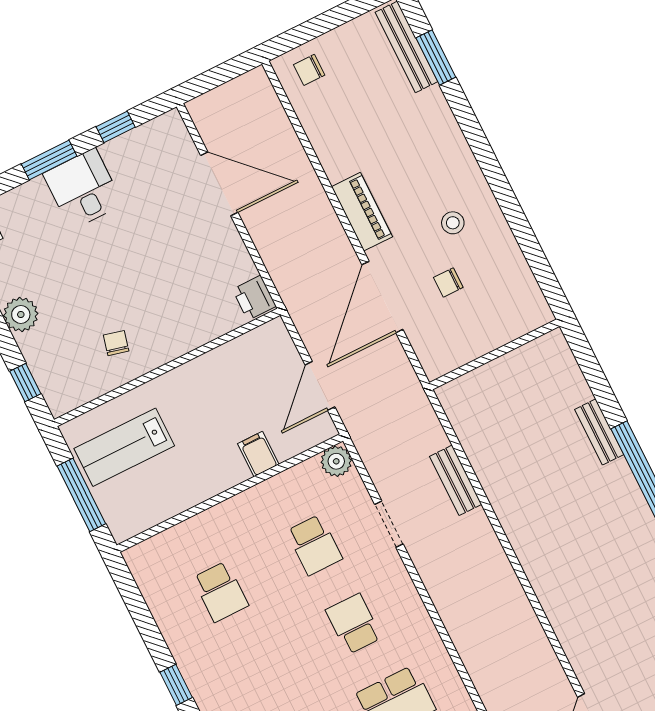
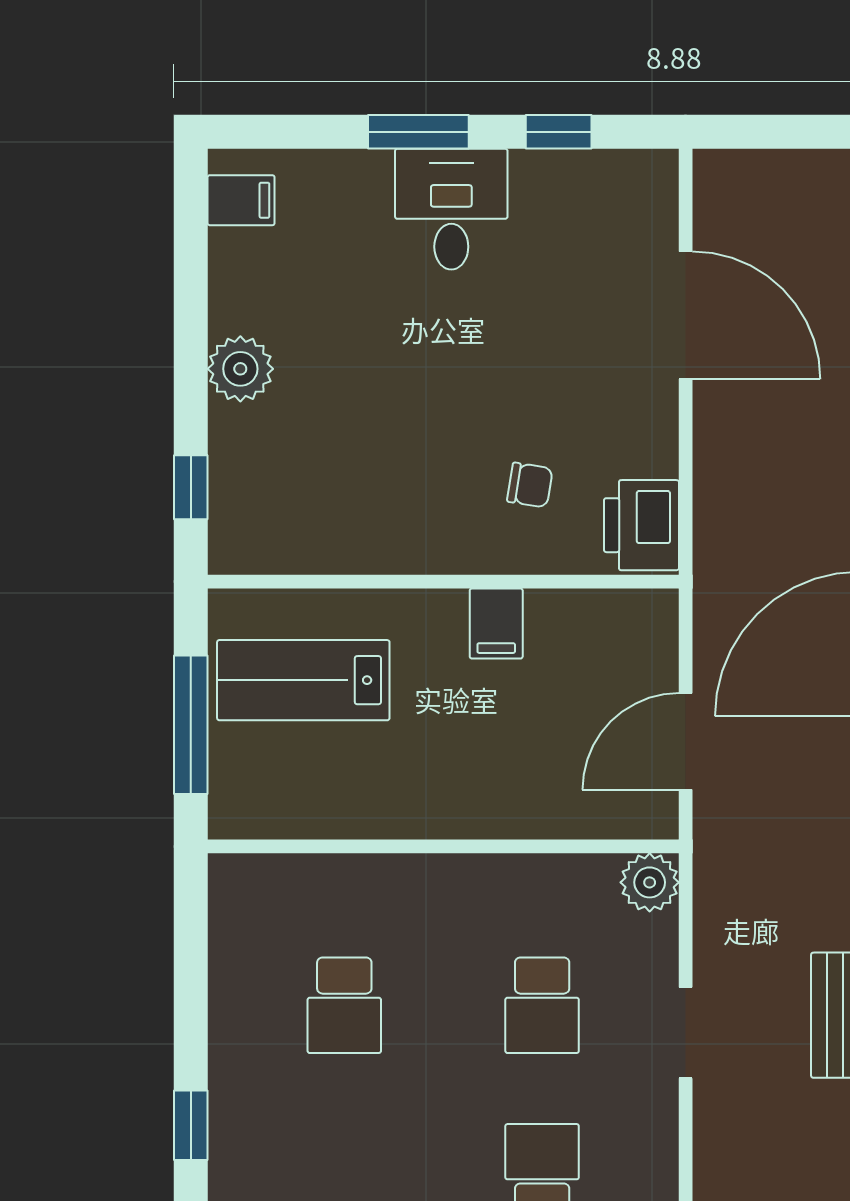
printer: (254, 298) -> (641, 525), width x1.36, depth x1.24
chair: (116, 343) -> (530, 485), moved, turned 85
filing cabinet: (258, 454) -> (496, 623), moved, turned 180

